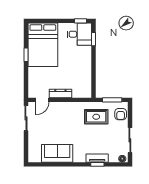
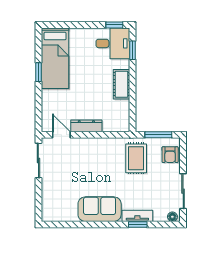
bed: (43, 45) -> (55, 58), width x0.67
cot: (86, 64) -> (121, 84), added
door: (42, 100) -> (61, 135), swing flipped
rug: (96, 117) -> (136, 158), turned 90
sofa: (57, 153) -> (100, 209), moved

